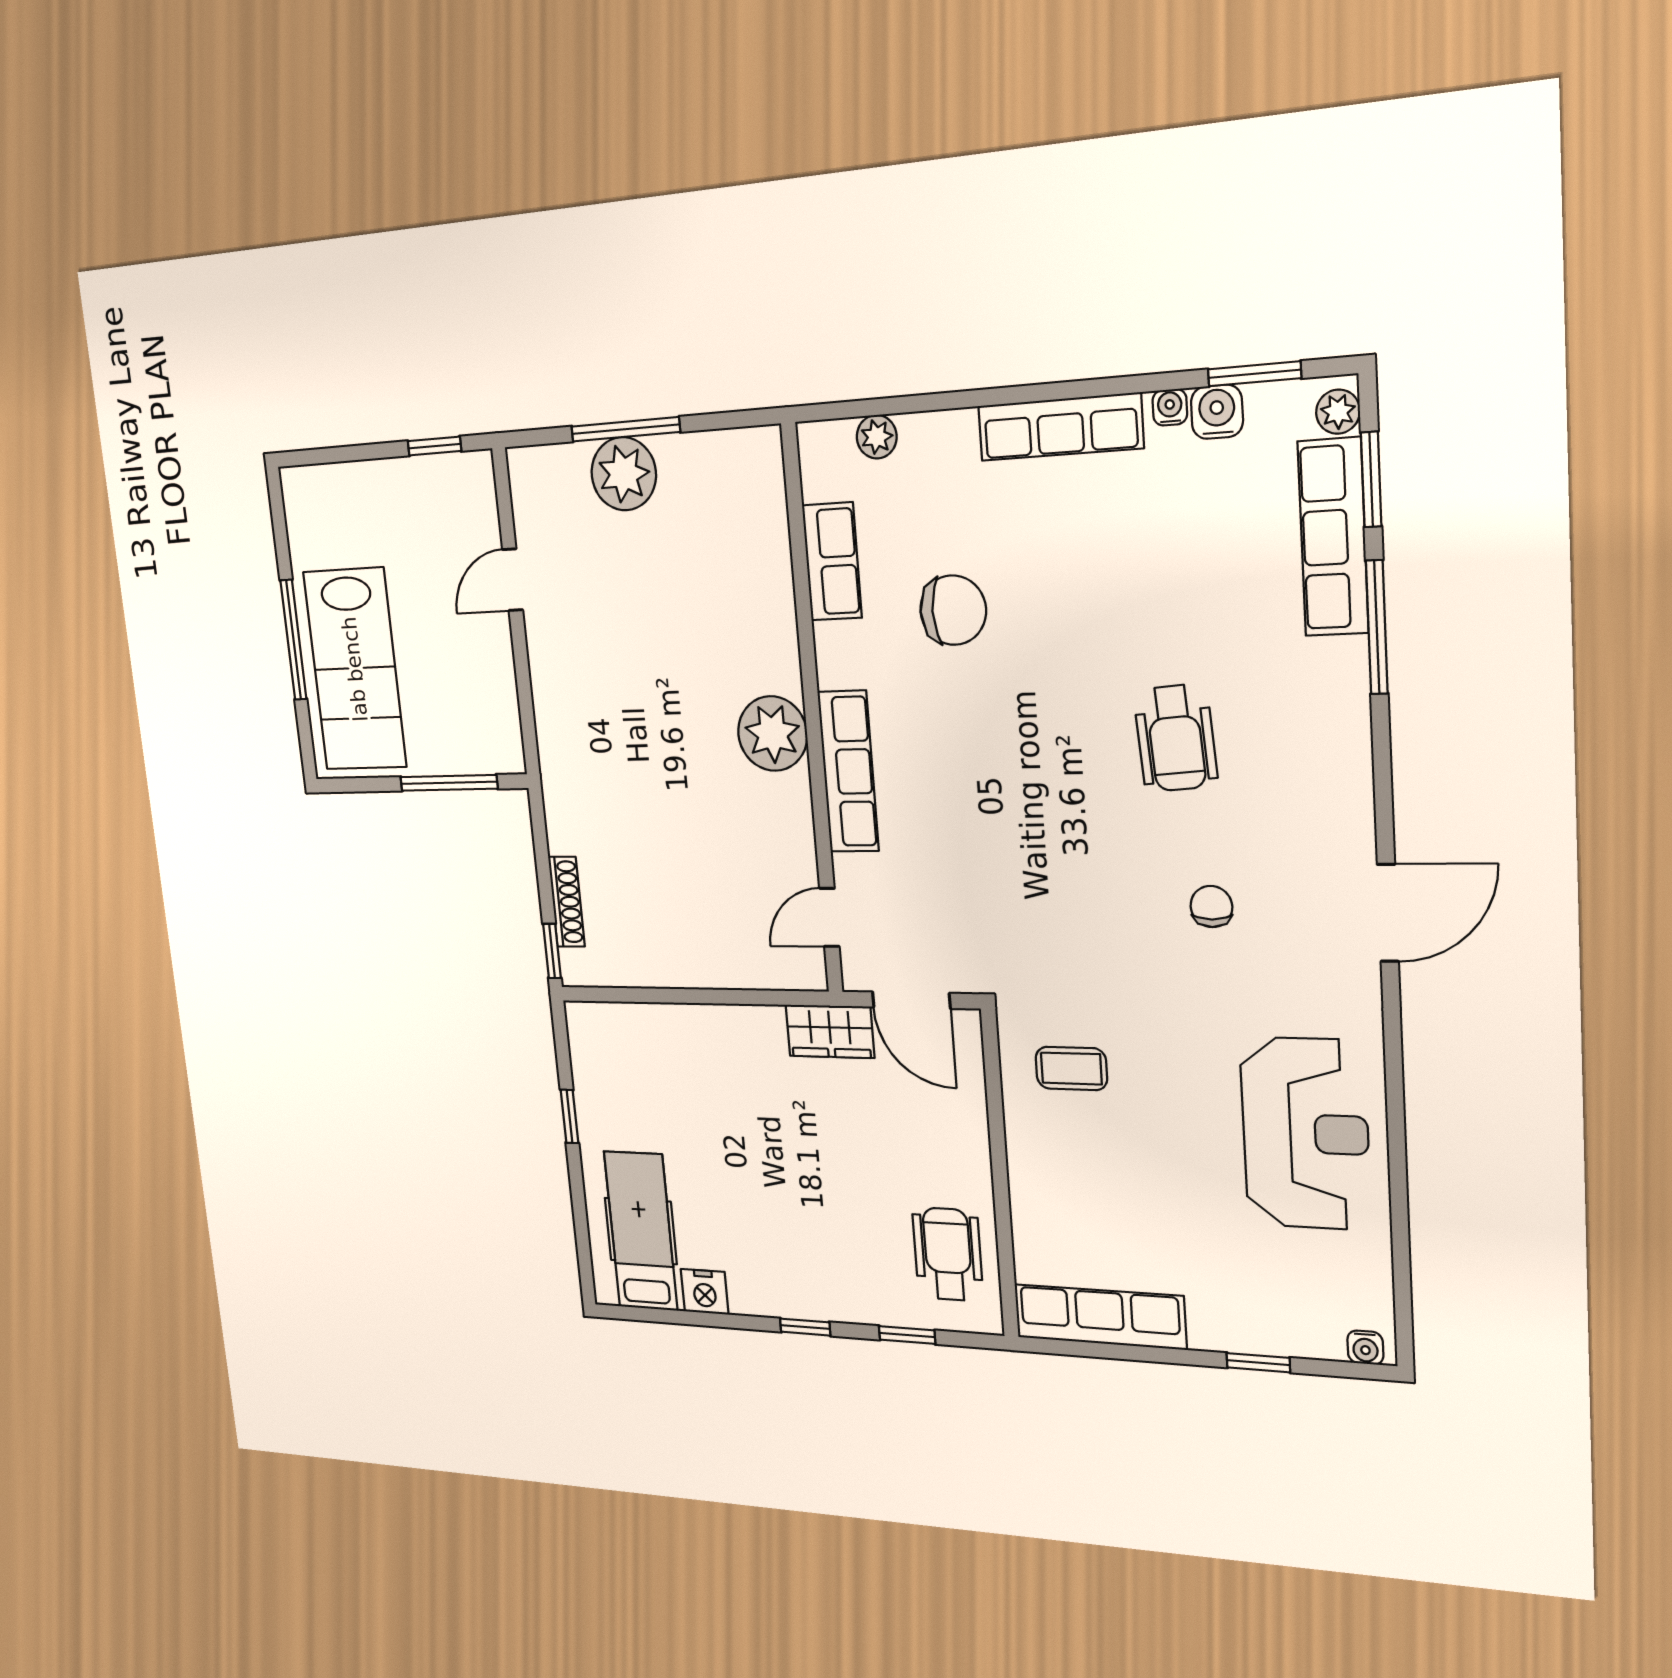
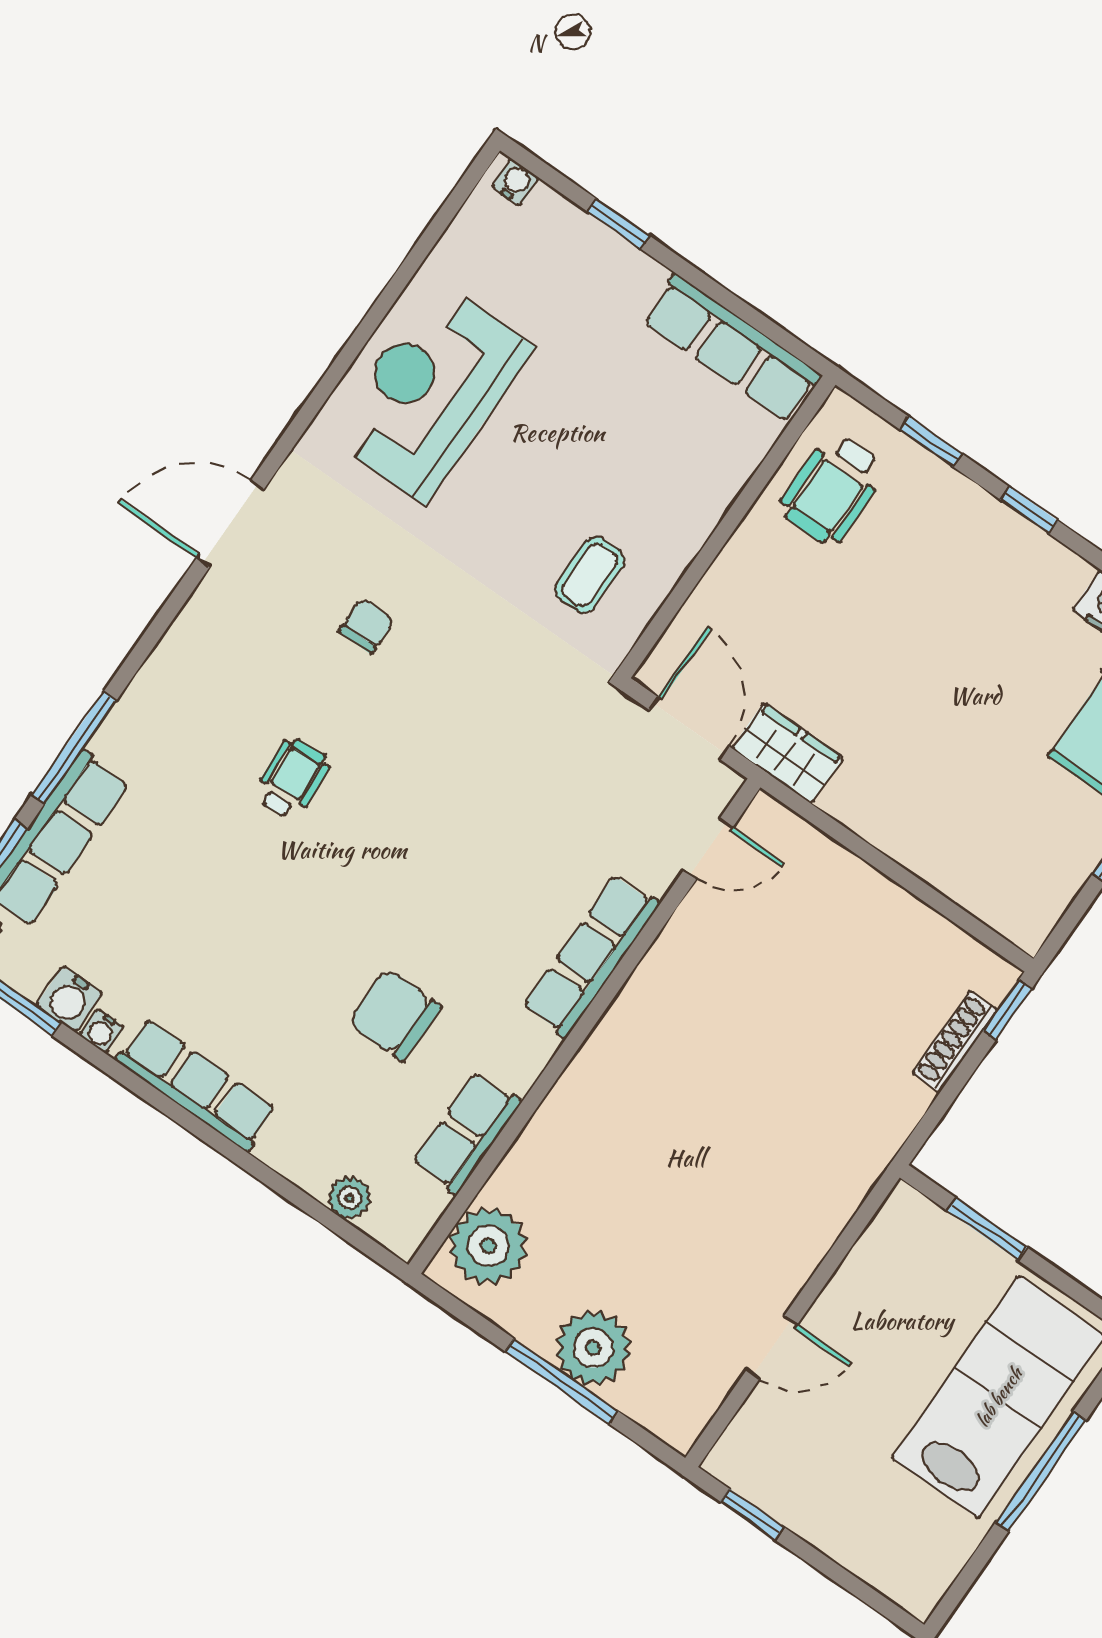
plant: (773, 734) -> (488, 1246), moved
wheelchair: (1176, 738) -> (292, 779), width x0.73, depth x0.73
window: (449, 783) -> (987, 1229), width x0.69
chair: (1211, 907) -> (367, 626), turned 180
coffee table: (1071, 1068) -> (590, 575), turned 90

